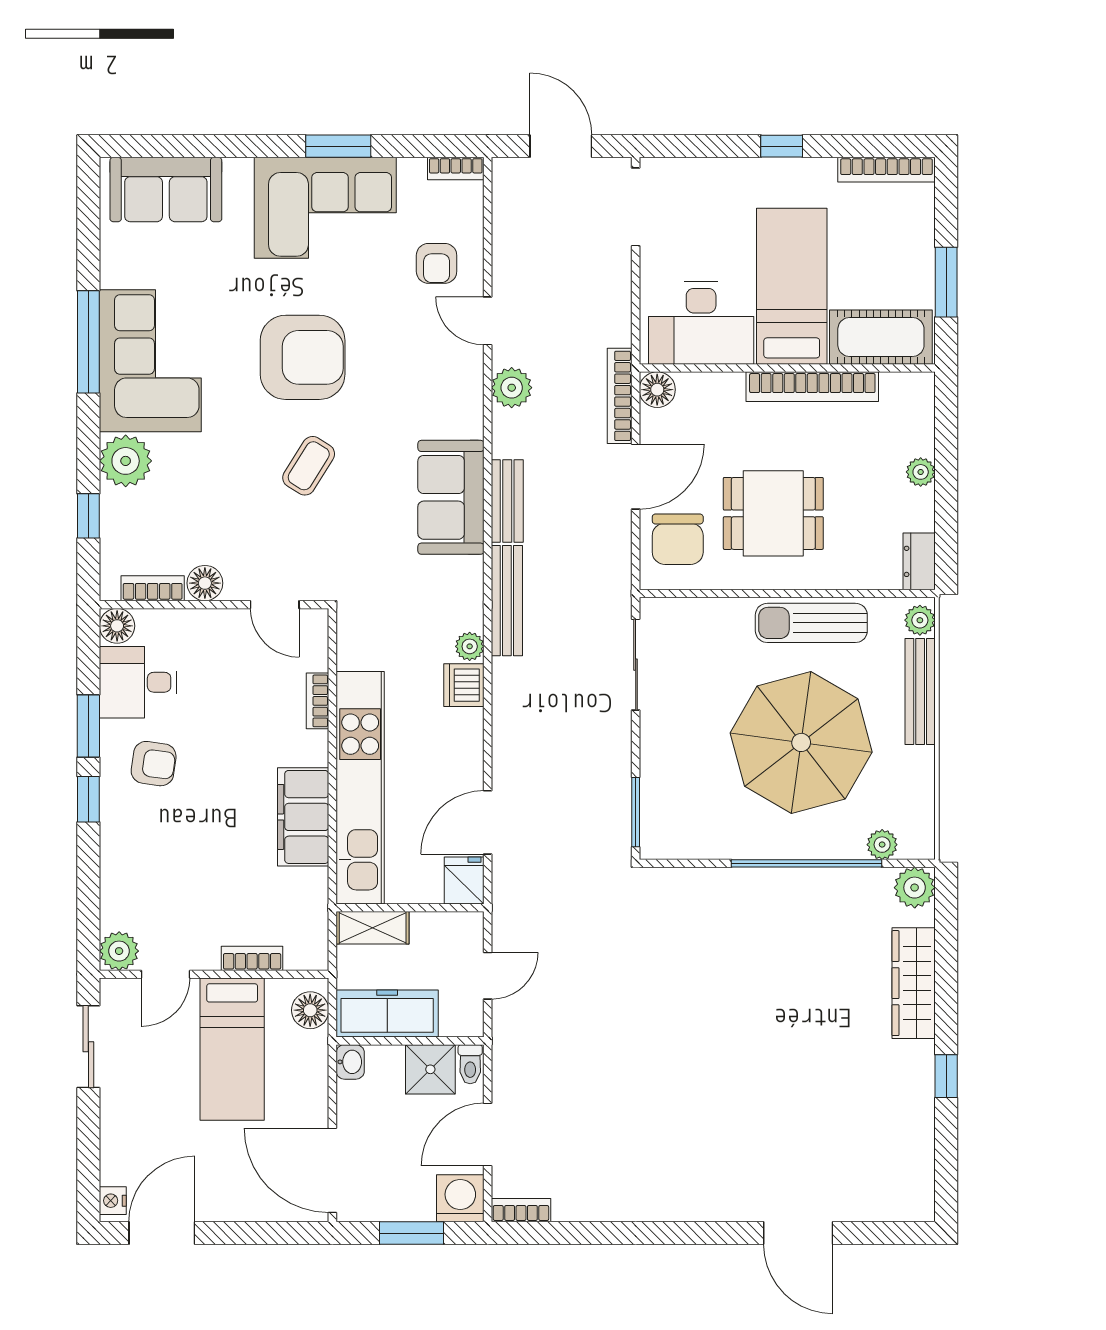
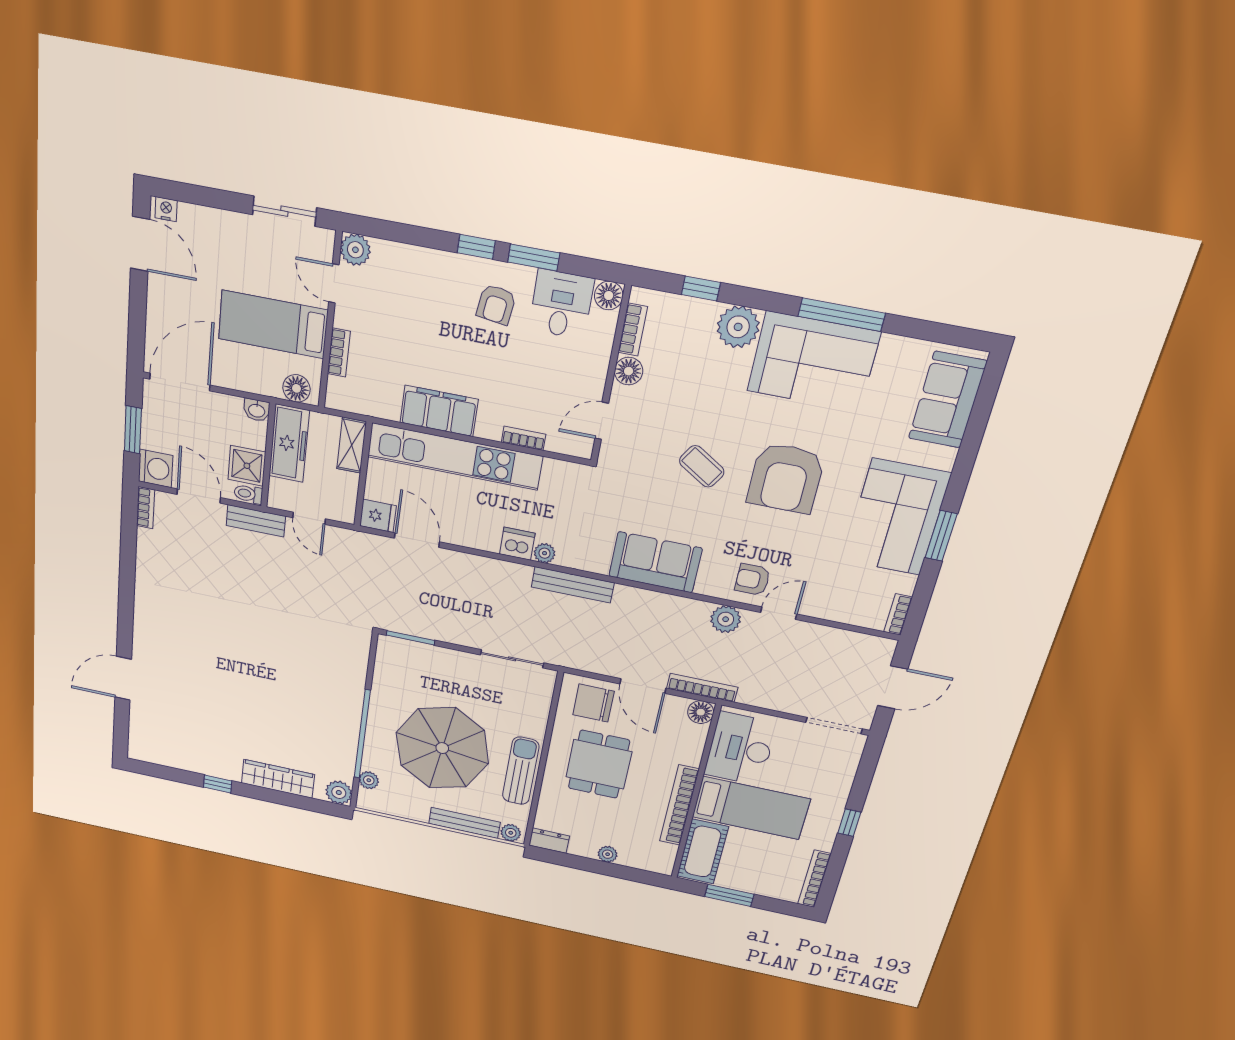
armchair: (437, 263) -> (752, 580), moved
bench: (507, 501) -> (256, 521), moved

